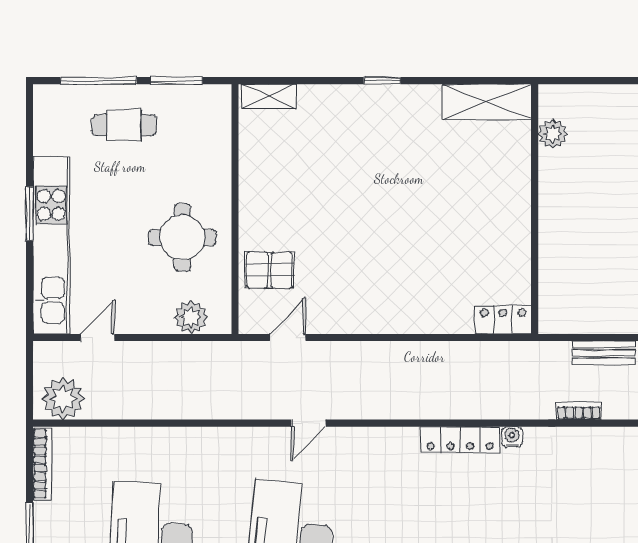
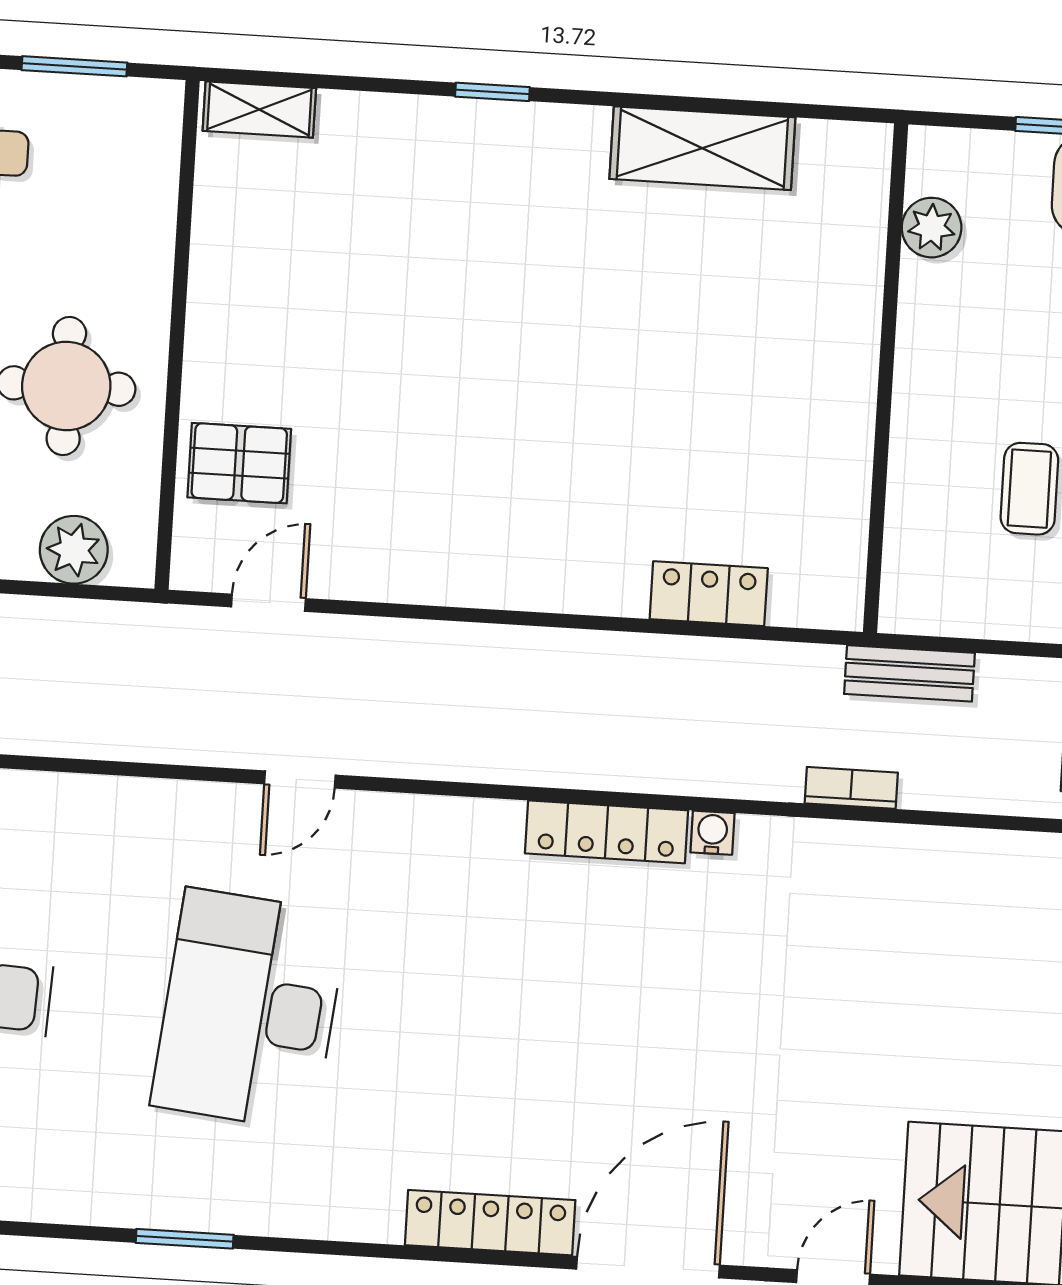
plant: (553, 134) -> (932, 228), moved
wall: (535, 209) -> (885, 378), moved

